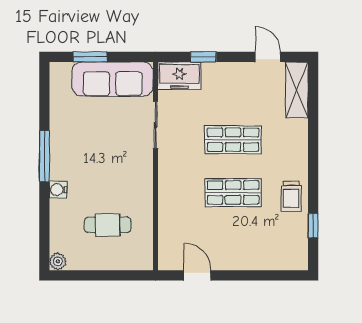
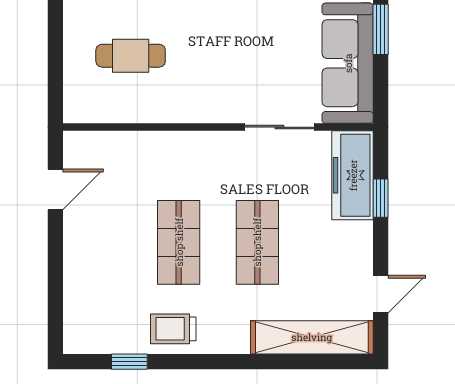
freezer: (179, 76) -> (353, 175), width x1.40
shelving: (297, 90) -> (312, 337), width x1.47
cafe table: (108, 225) -> (131, 56), turned 90

